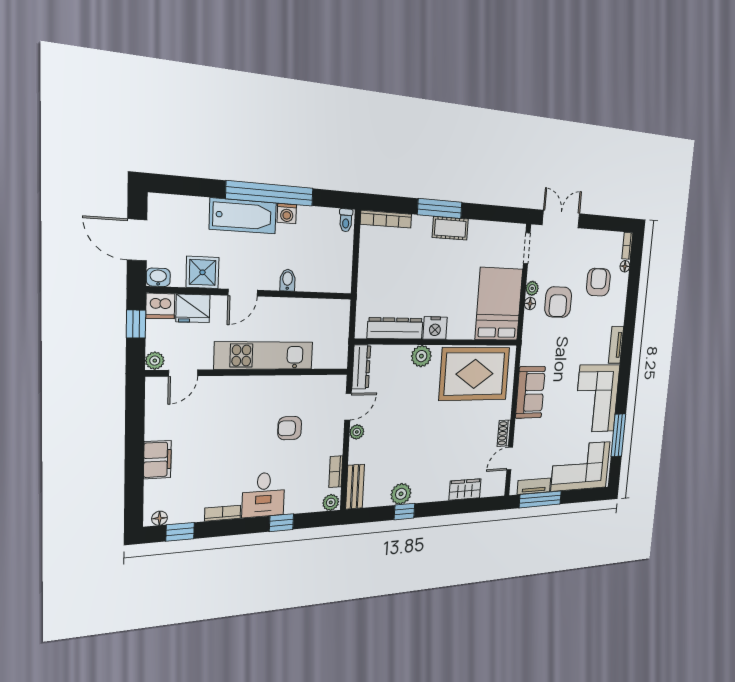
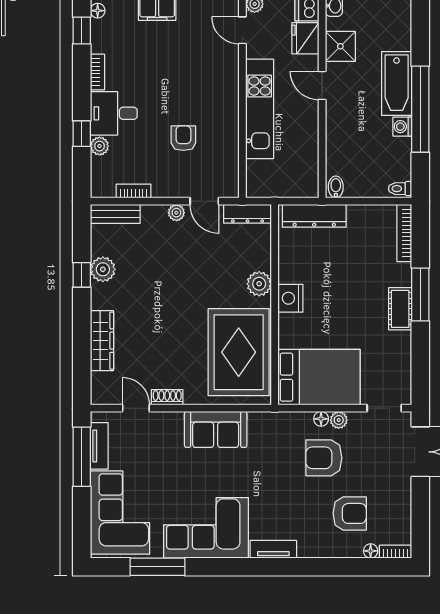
bidet: (288, 280) -> (336, 187), moved, turned -90
dresser: (395, 328) -> (314, 216), moved, turned 90
wardrobe: (465, 490) -> (102, 341), width x1.50
plant: (331, 502) -> (100, 146), moved

